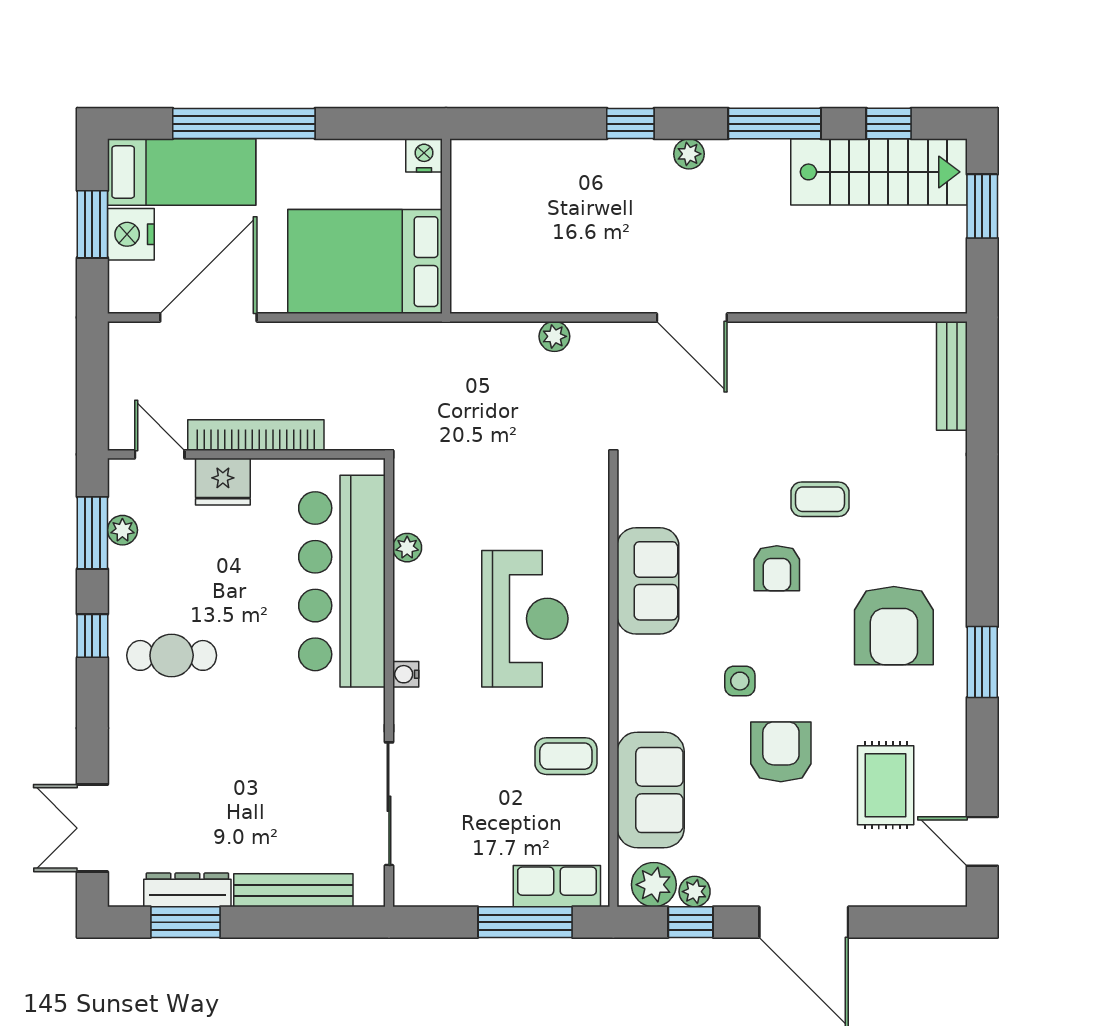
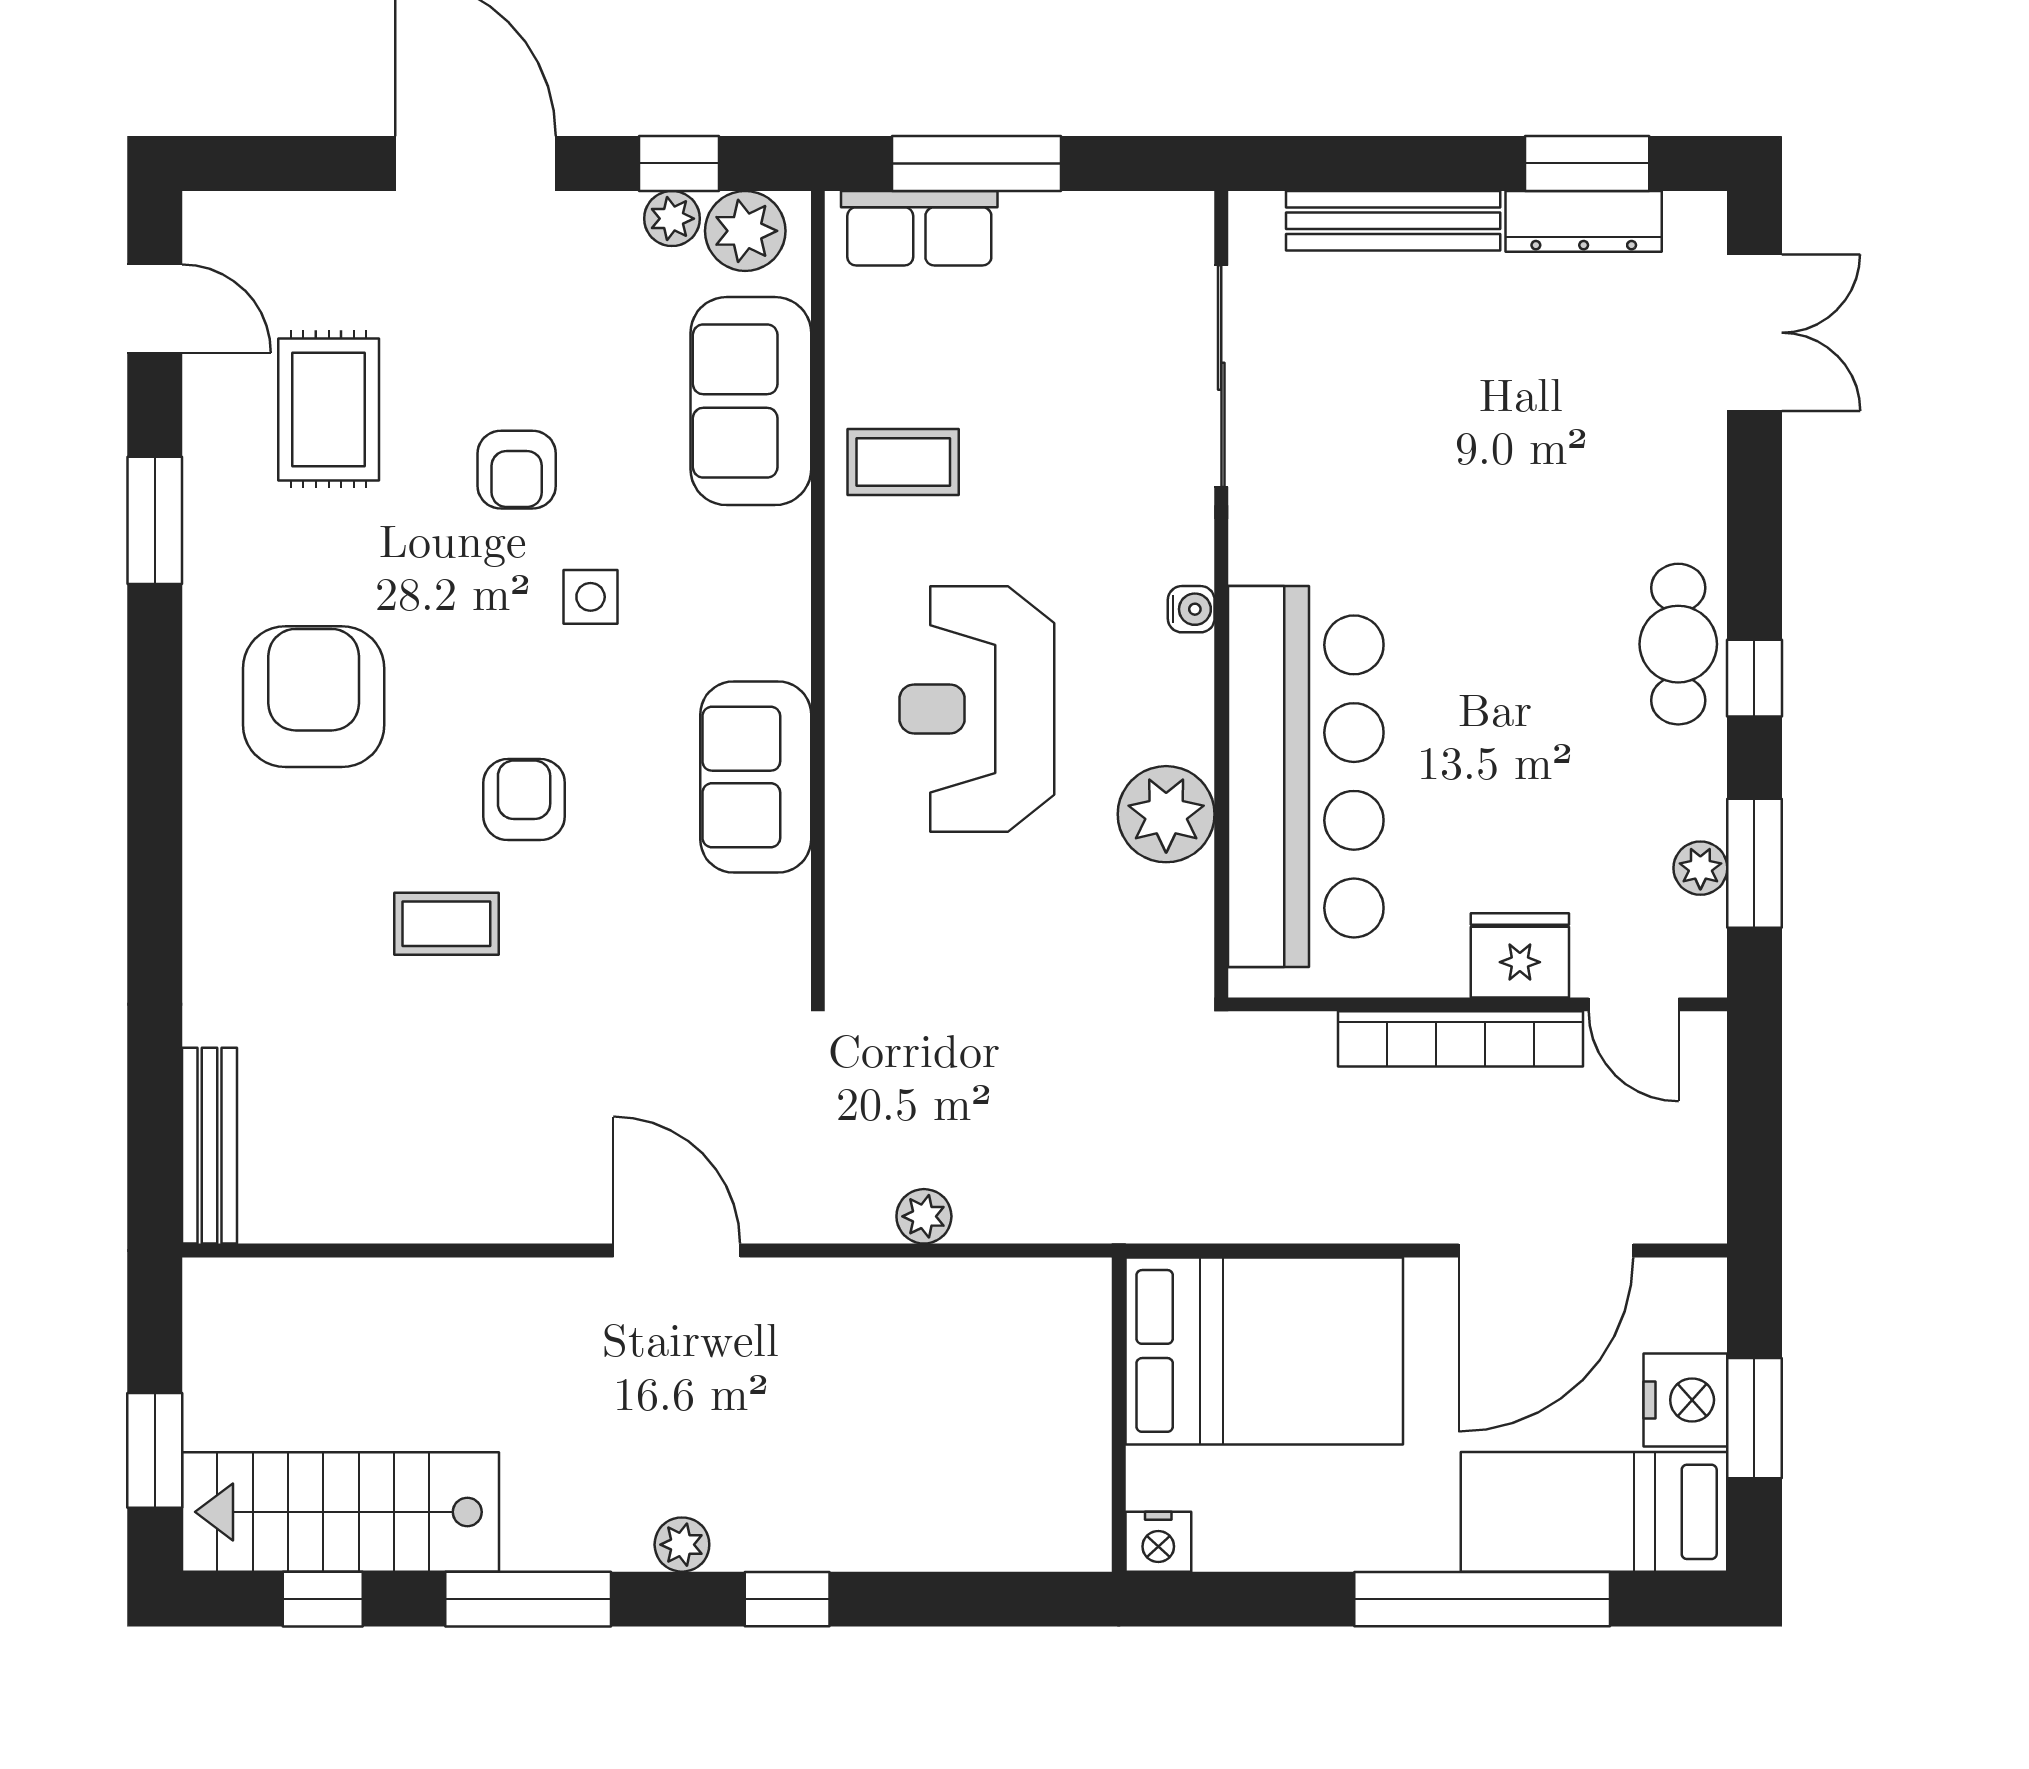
plant: (407, 548) -> (1166, 814), width x1.88, depth x1.88
cafe table: (172, 655) -> (1678, 644), moved, turned 90
window: (982, 662) -> (155, 520), moved
armchair: (781, 752) -> (517, 470), width x0.72, depth x0.72

